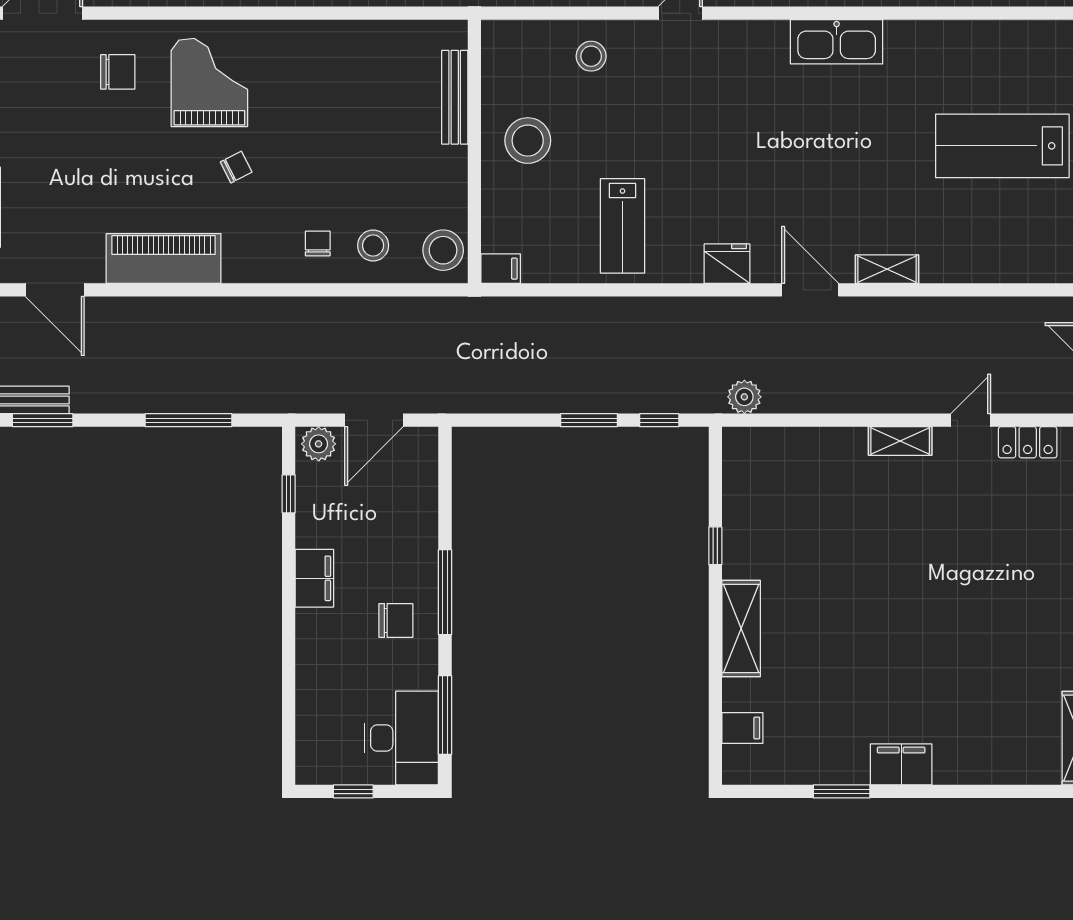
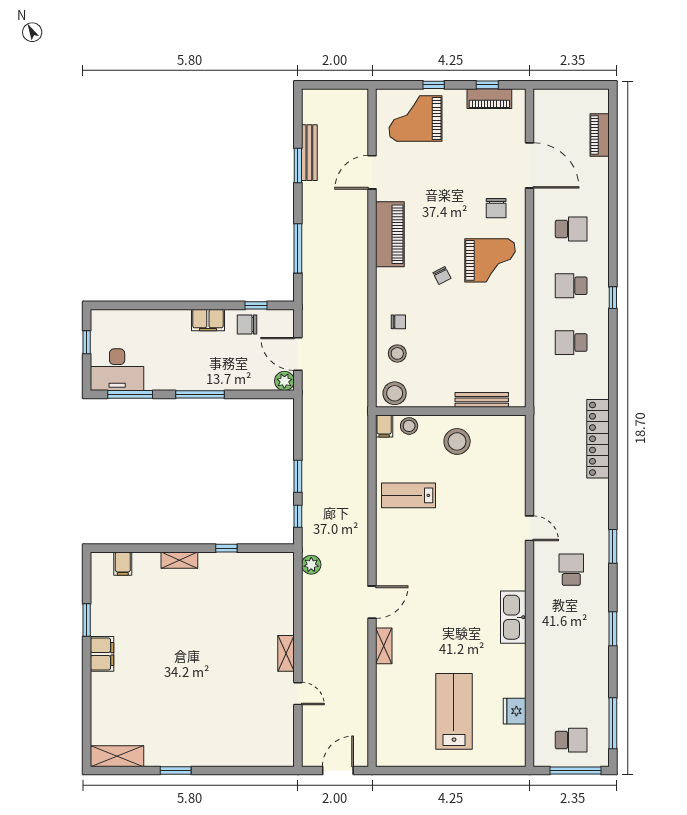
stool: (591, 56) -> (409, 426), moved
fridge: (727, 264) -> (515, 711), moved, turned 180
locker: (1028, 442) -> (285, 726), removed
plant: (319, 444) -> (284, 381), moved
chair: (396, 620) -> (247, 324), moved, turned 90
shelving: (741, 629) -> (179, 560), width x0.67, depth x0.75

